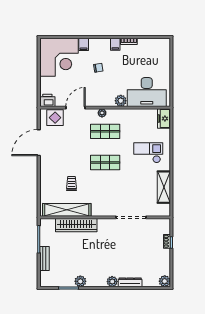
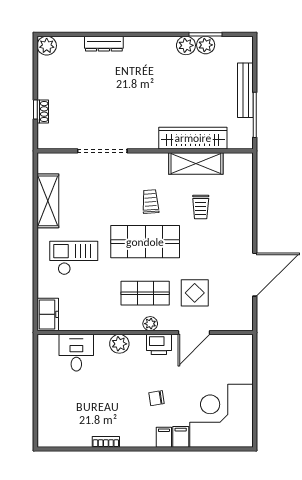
filing cabinet: (115, 44) -> (164, 437), moved
desk: (147, 92) -> (76, 353), width x0.53, depth x0.77
printer: (47, 100) -> (159, 344), moved
display table: (55, 118) -> (195, 293), moved
checkout: (148, 153) -> (74, 258), turned 180
shop shelf: (105, 163) -> (145, 242), width x1.43, depth x1.36
trolley: (102, 187) -> (150, 202), added
shelving: (67, 210) -> (196, 163), width x0.68
bench: (44, 259) -> (245, 90), width x1.36
plant: (112, 282) -> (206, 45), moved

